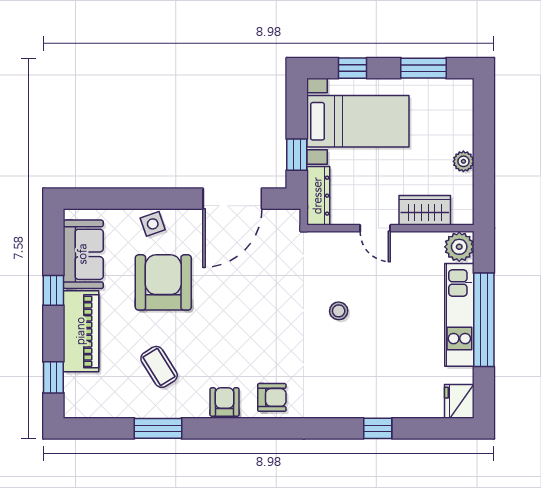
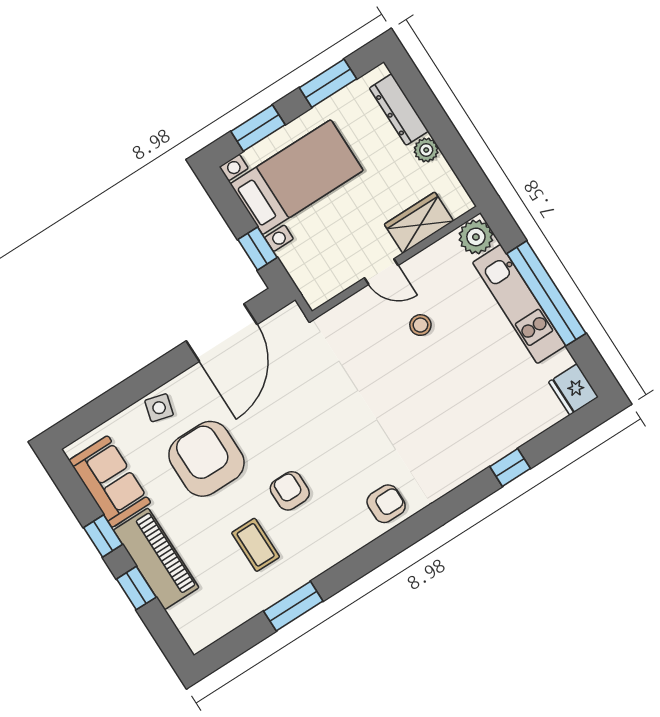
window: (353, 68) -> (258, 128), width x1.50
dresser: (318, 196) -> (399, 110), moved, turned 180
side table: (153, 224) -> (159, 408), turned 34
stool: (339, 311) -> (420, 325), moved
coffee table: (159, 367) -> (256, 545), turned 32
window: (53, 377) -> (136, 588), moved
armchair: (225, 402) -> (290, 491), moved

